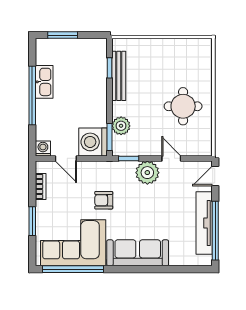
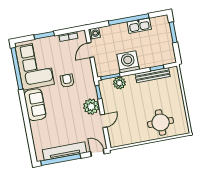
round table: (183, 106) -> (161, 122), moved
washing machine: (93, 142) -> (128, 62), moved
sofa: (138, 253) -> (35, 105), width x0.73

